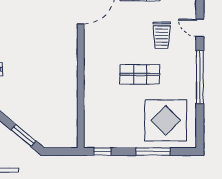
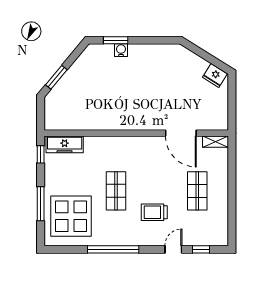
door: (200, 28) -> (173, 249), moved
freezer: (92, 127) -> (65, 144), added

